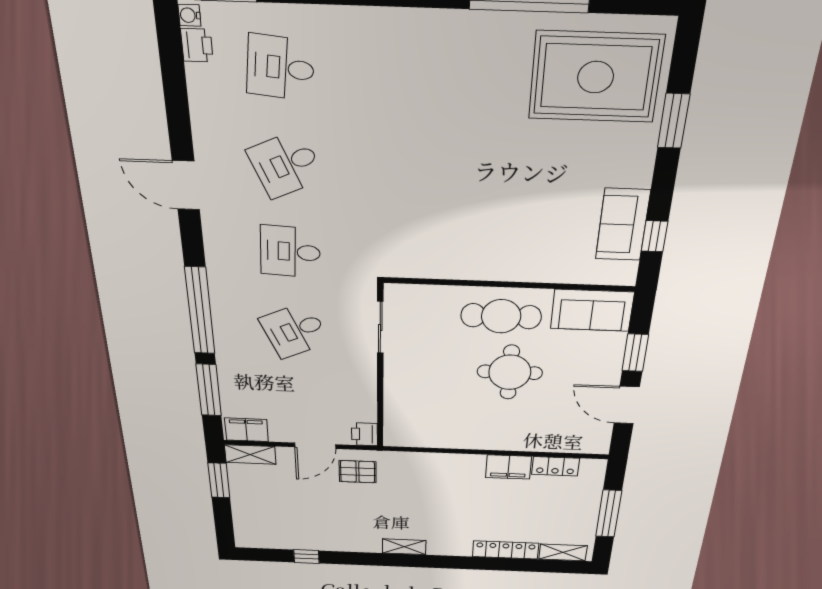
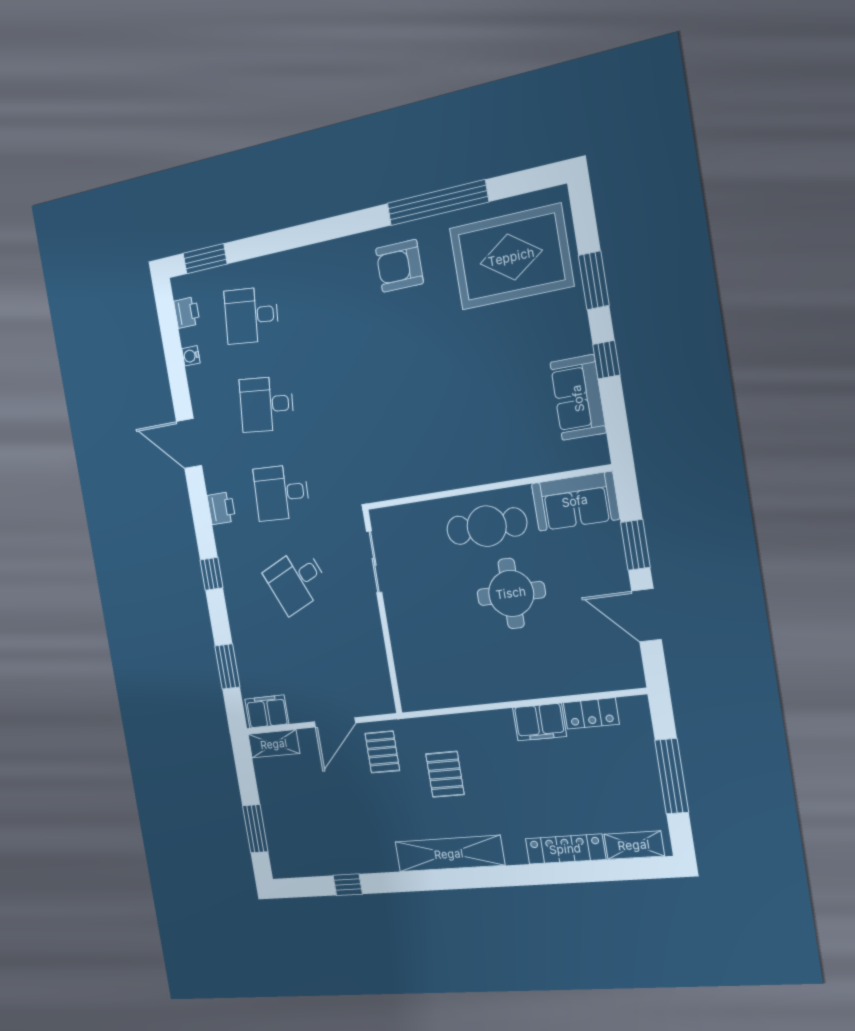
water cooler: (189, 15) -> (191, 356), moved
armchair: (469, 56) -> (399, 266), added
desk: (286, 164) -> (267, 404), turned 30
window: (654, 236) -> (606, 360), moved
window: (200, 311) -> (211, 574), width x0.32
window: (209, 390) -> (227, 666), width x0.69
printer: (364, 434) -> (221, 508), moved, turned 180
pallet: (358, 472) -> (382, 752), turned 90
window: (219, 480) -> (255, 829), moved
pallet: (413, 493) -> (445, 774), added
shelving: (404, 547) -> (449, 854), width x2.20, depth x1.33

